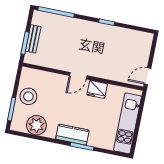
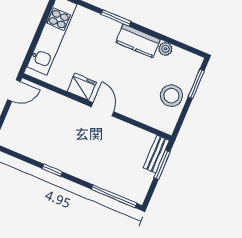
bench: (33, 39) -> (156, 154), moved
door: (78, 76) -> (103, 109), hinge flipped
plant: (36, 125) -> (165, 49), width x0.53, depth x0.53
kitchen counter: (72, 135) -> (138, 41), moved

